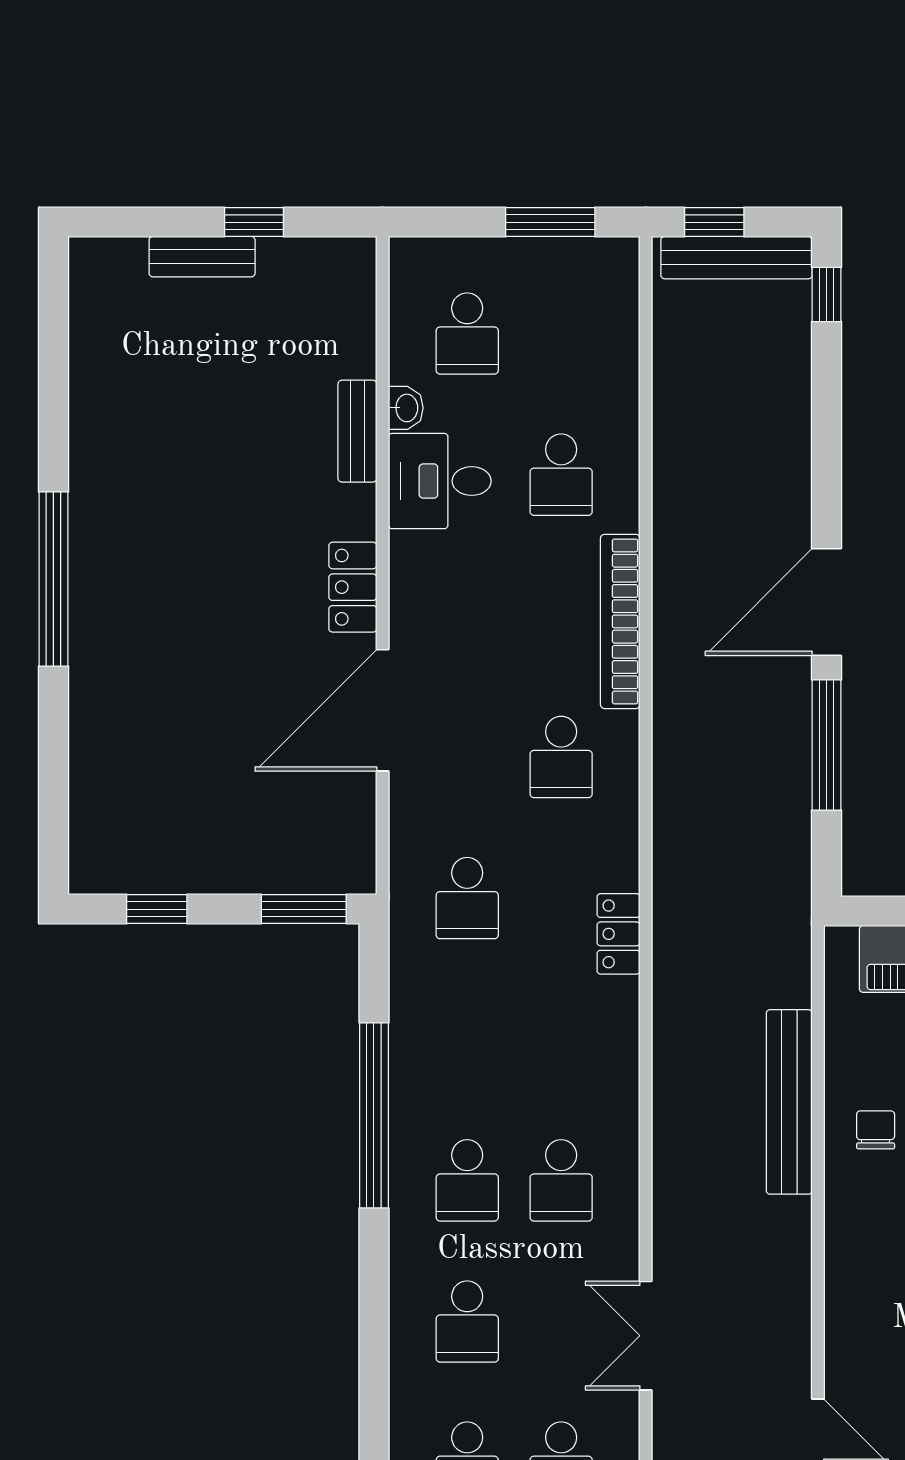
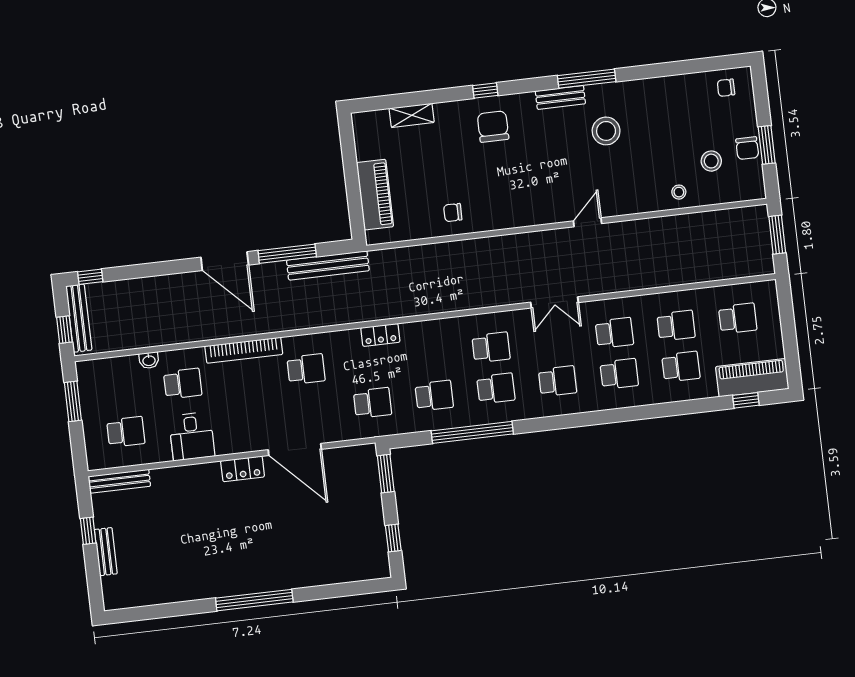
washbasin: (406, 408) -> (149, 360), moved, turned 180
bench: (357, 431) -> (119, 481), moved, width x1.36
school desk: (467, 1039) -> (434, 396), added
bench: (789, 1102) -> (328, 265), moved

